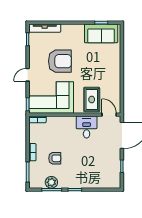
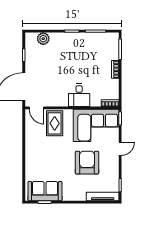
armchair: (60, 61) -> (87, 163), turned 90
desk: (87, 127) -> (79, 95), moved
armchair: (55, 158) -> (92, 63), removed
plant: (51, 182) -> (43, 39), moved

